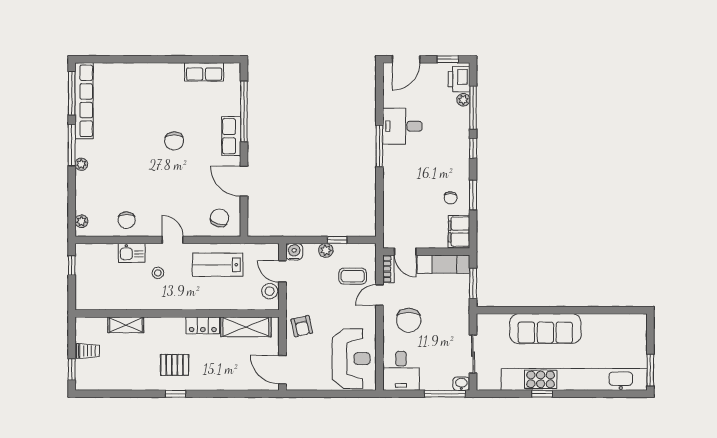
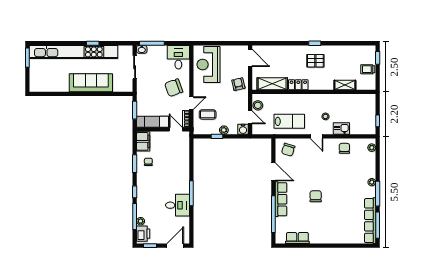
row of seats: (231, 136) -> (281, 199), width x1.48
chair: (409, 320) -> (174, 88), turned -110

